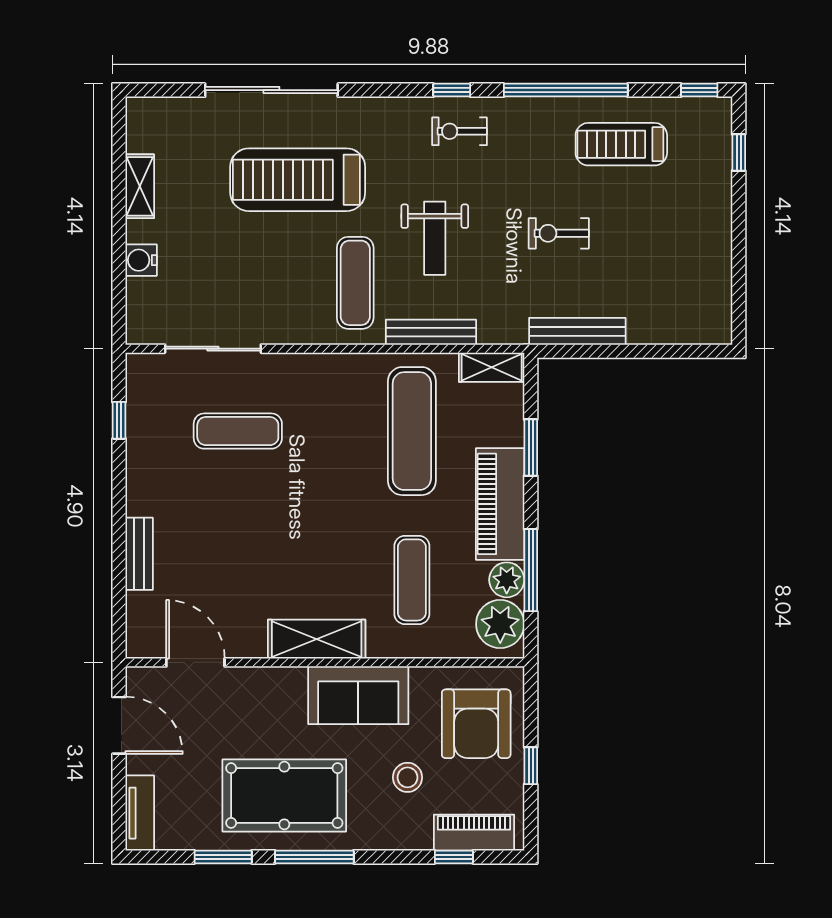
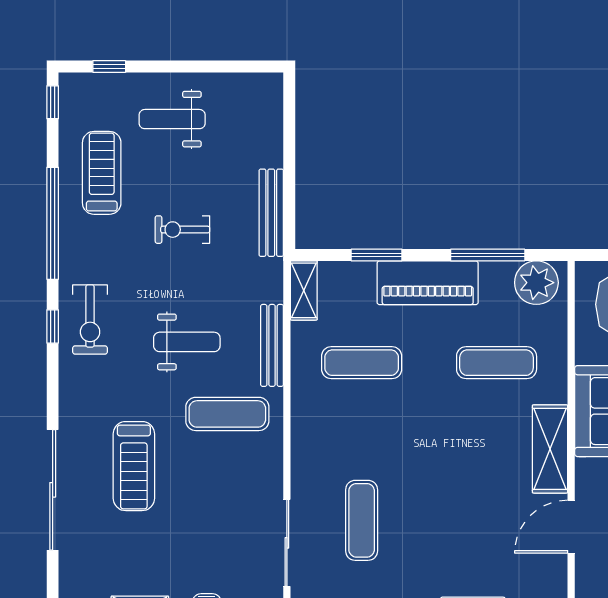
exercise bike: (460, 131) -> (90, 319), width x1.38, depth x1.39
treadmill: (621, 144) -> (102, 173), turned 180
treadmill: (298, 180) -> (134, 466), width x0.73, depth x0.73
weight bench: (681, 222) -> (172, 119), added
exercise bike: (559, 233) -> (182, 230), turned 90
exercise mat: (412, 431) -> (362, 363), width x0.73, depth x0.69
plant: (507, 580) -> (496, 277), removed
door: (195, 662) -> (571, 527), moved

